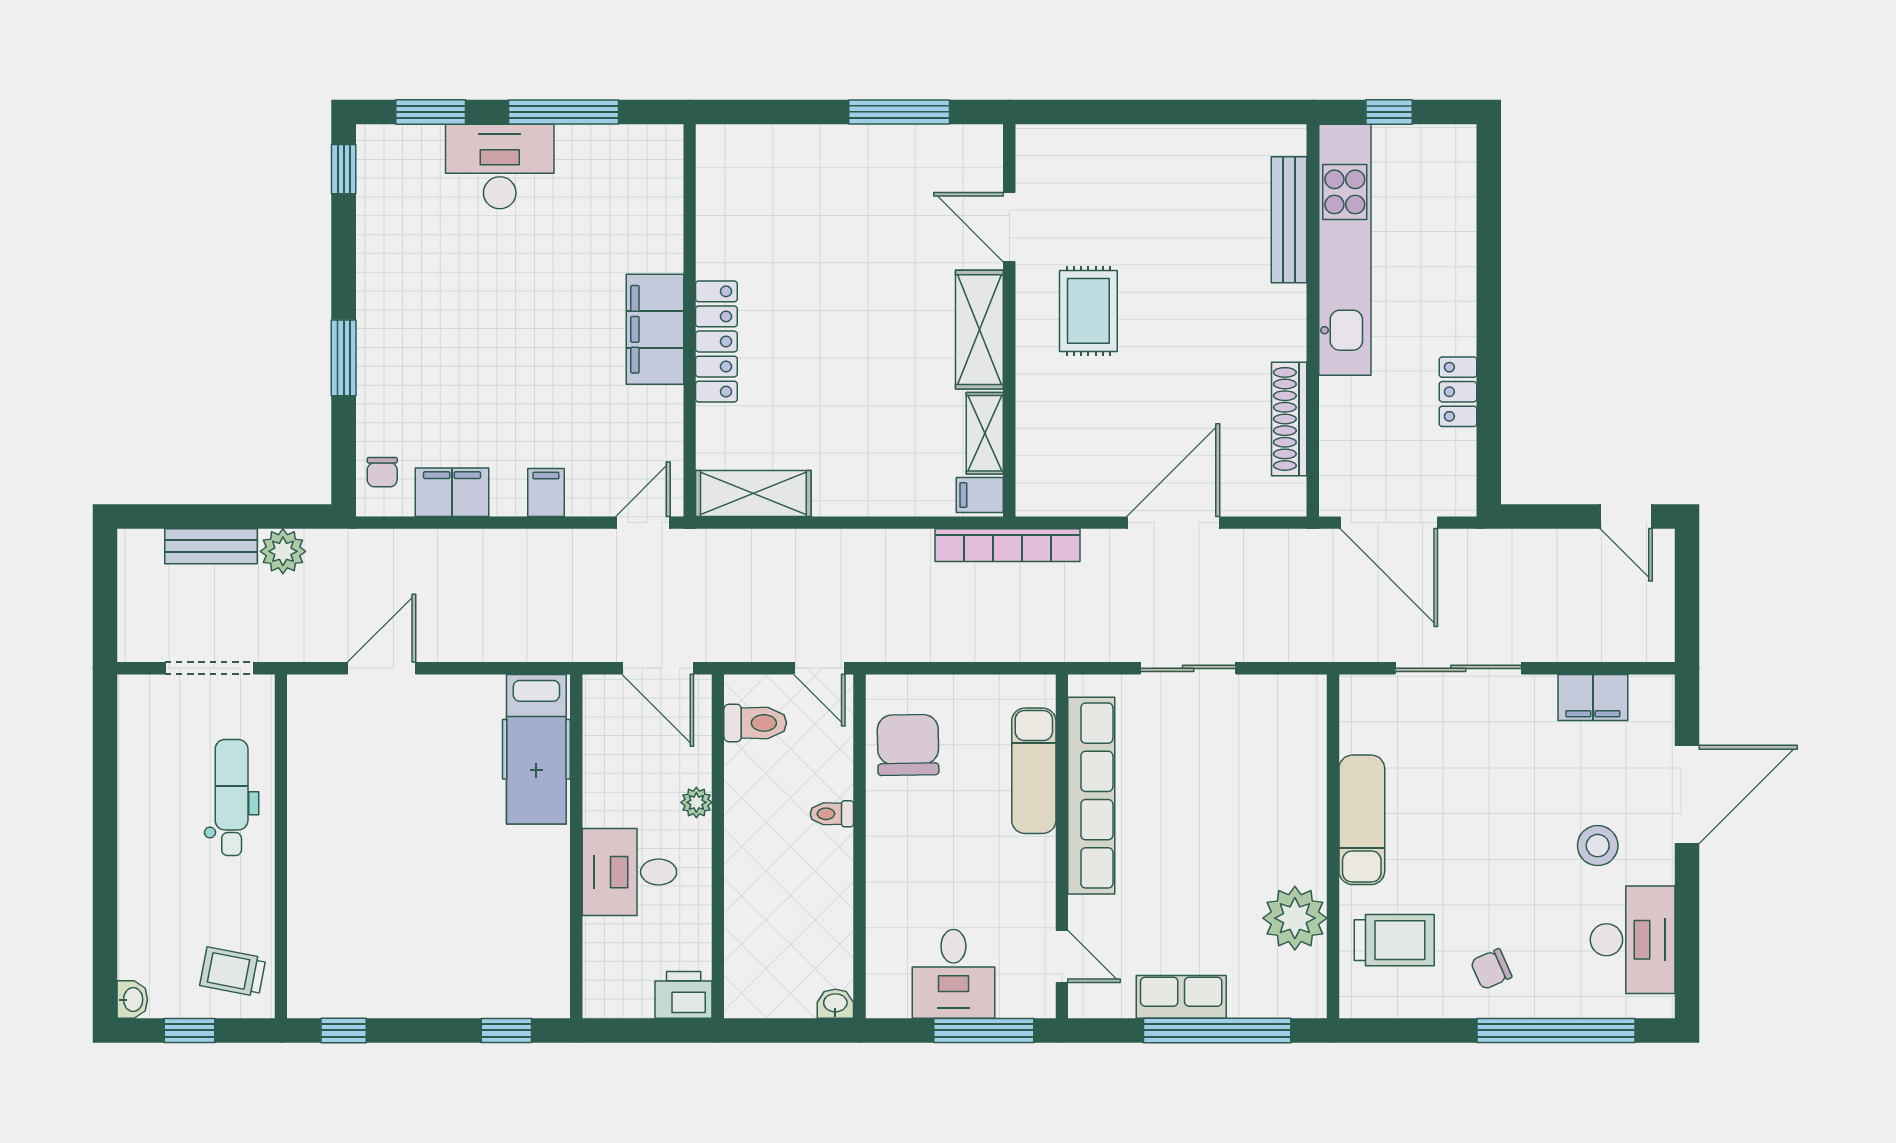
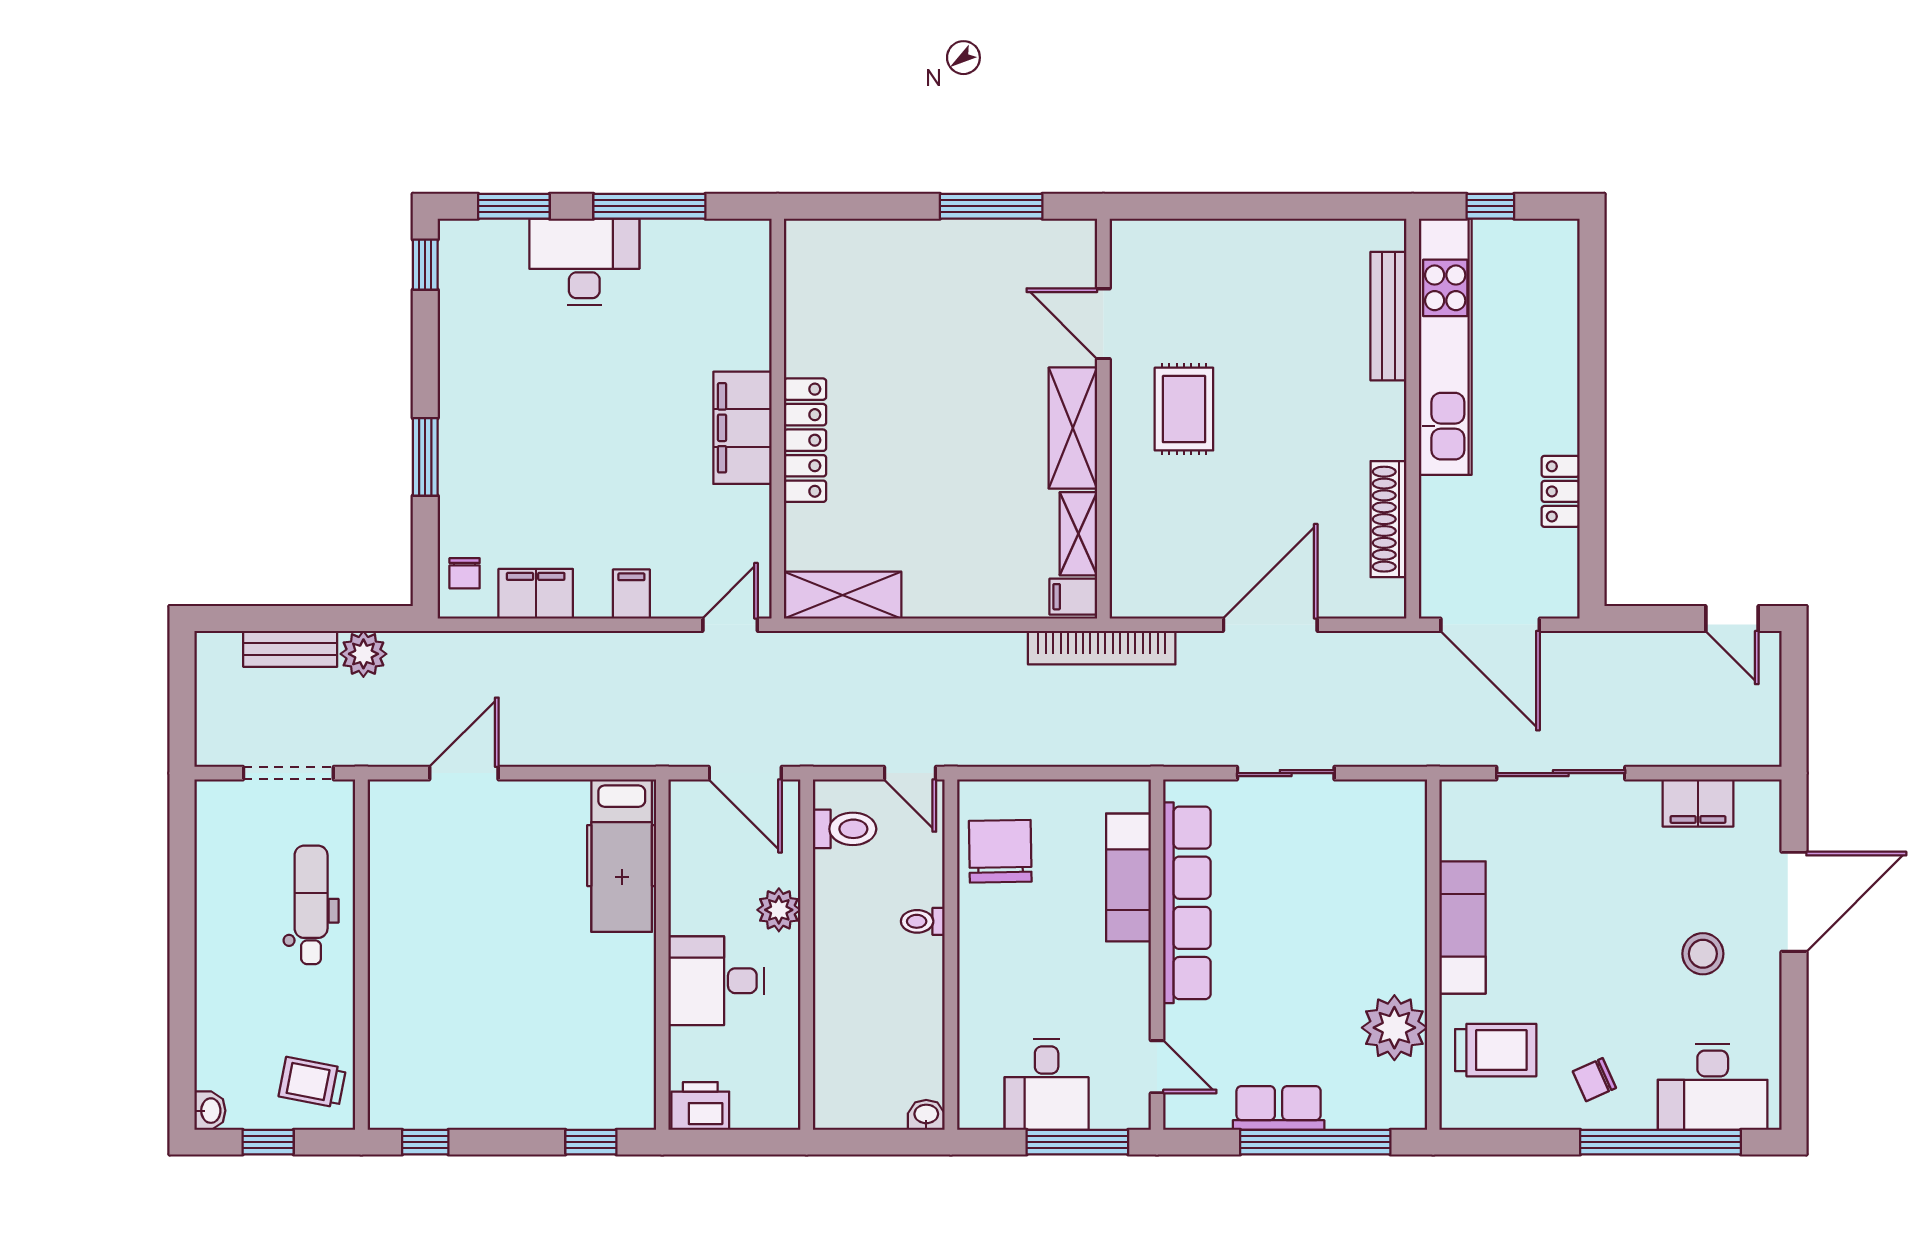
plant: (696, 802) -> (779, 910), width x1.38, depth x1.38
desk: (1633, 940) -> (1713, 1087), moved, turned 90
printer: (684, 995) -> (700, 1106), moved

